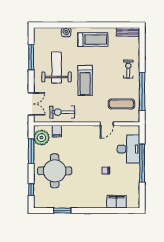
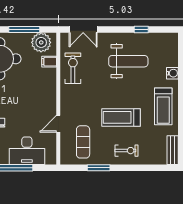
window: (31, 57) -> (141, 30), width x0.46
treadmill: (85, 81) -> (121, 117), moved
window: (142, 91) -> (99, 168), width x0.47
door: (107, 124) -> (58, 124), hinge flipped

